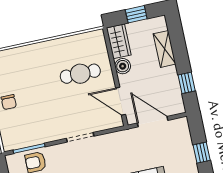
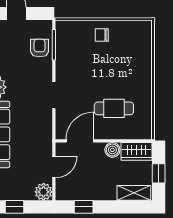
shelving: (165, 49) -> (134, 193), moved
cafe table: (80, 74) -> (114, 108), turned 90
door: (153, 122) -> (54, 167), width x0.73
plant: (180, 127) -> (44, 192), added

